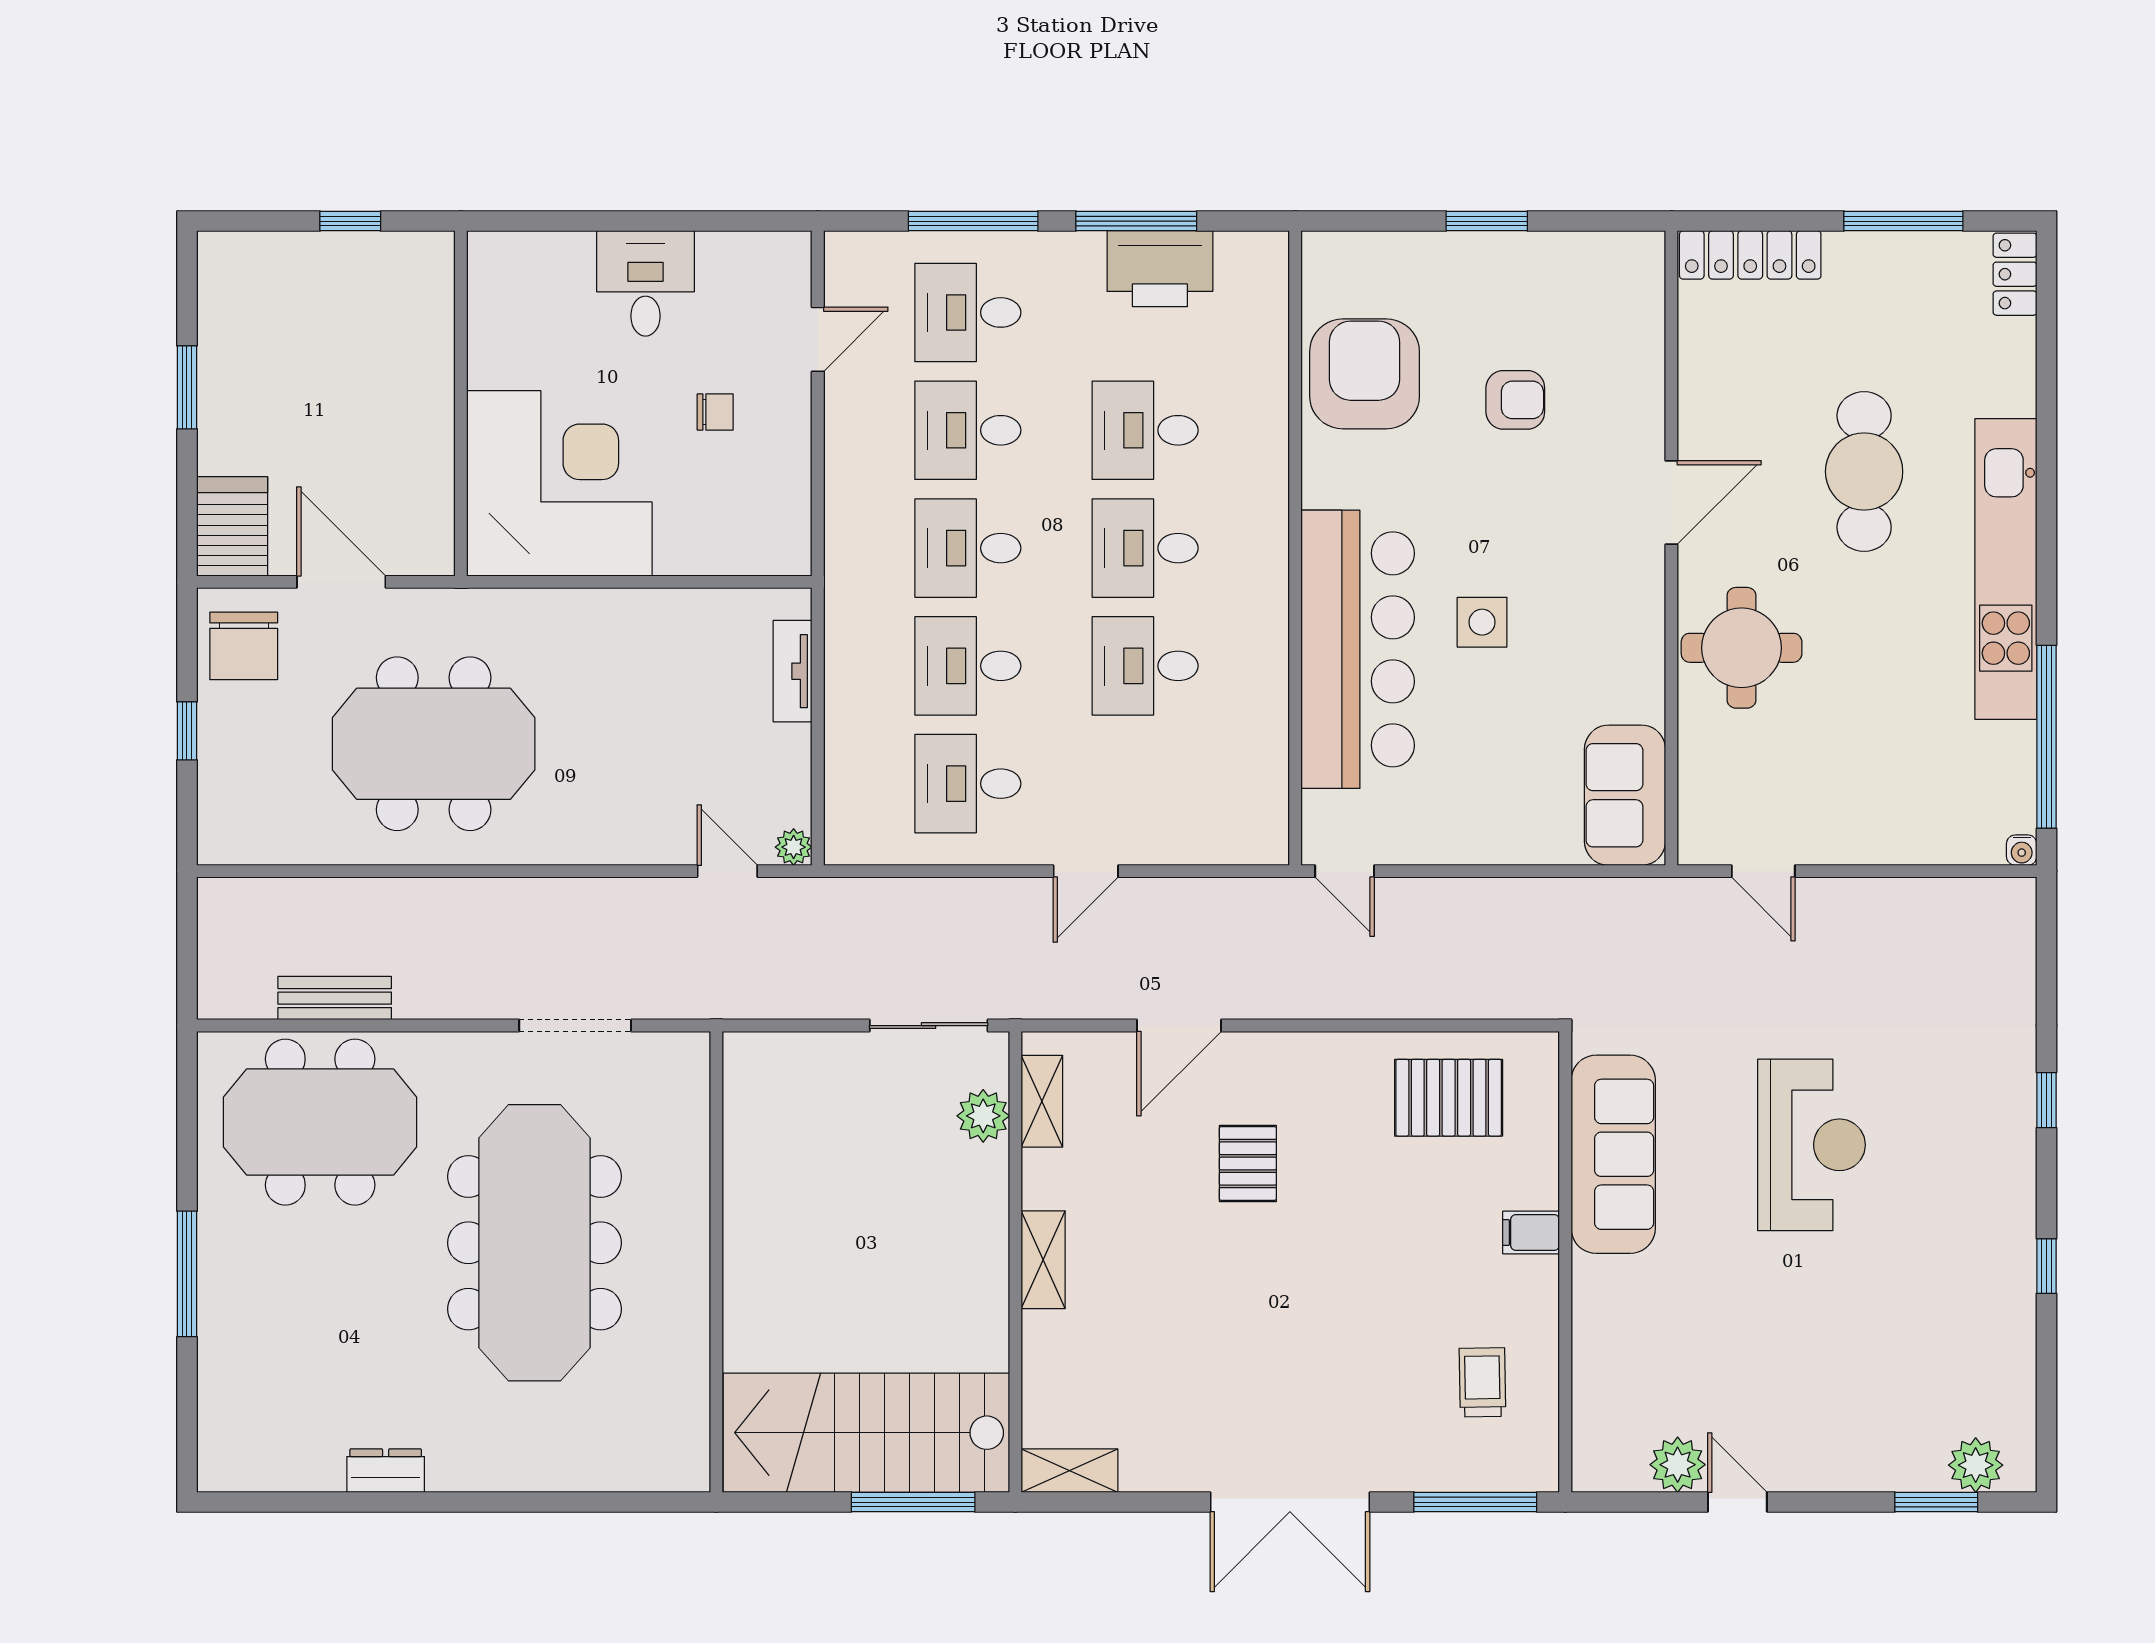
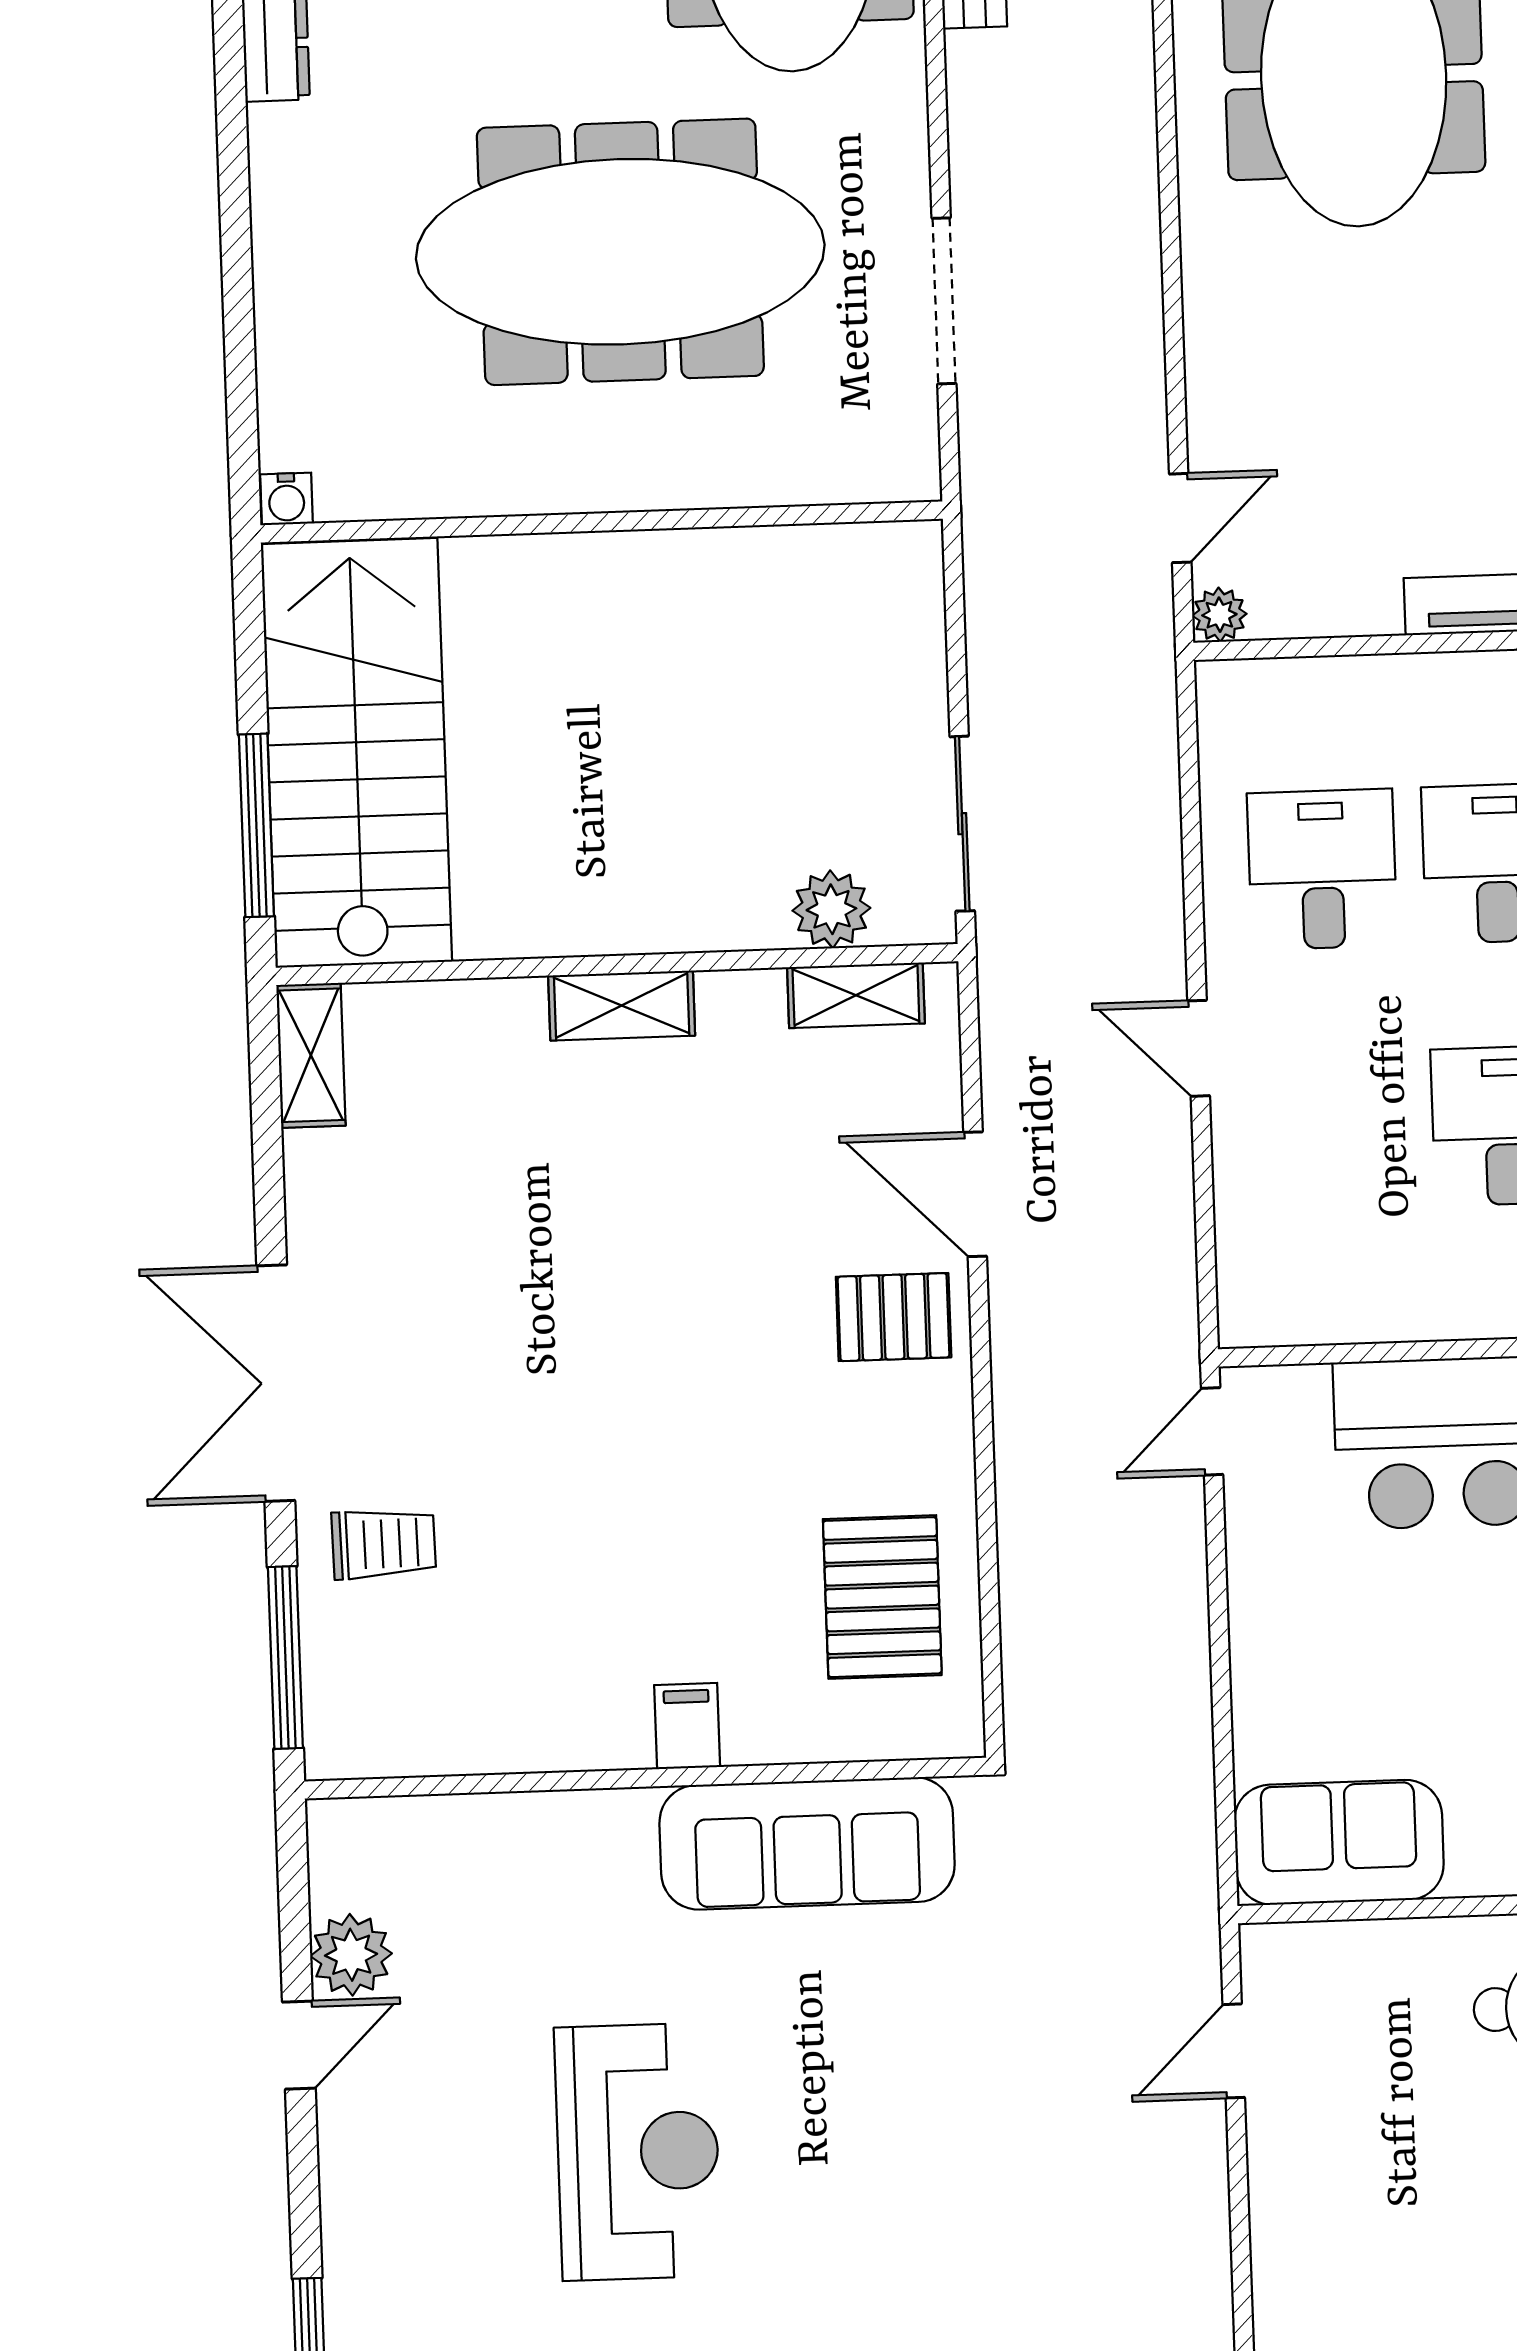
reception desk: (1811, 1145) -> (638, 2152), moved, turned -90
pallet: (1248, 1164) -> (894, 1317), moved
trolley: (1482, 1382) -> (384, 1544), moved
water cooler: (693, 1474) -> (287, 499), added

